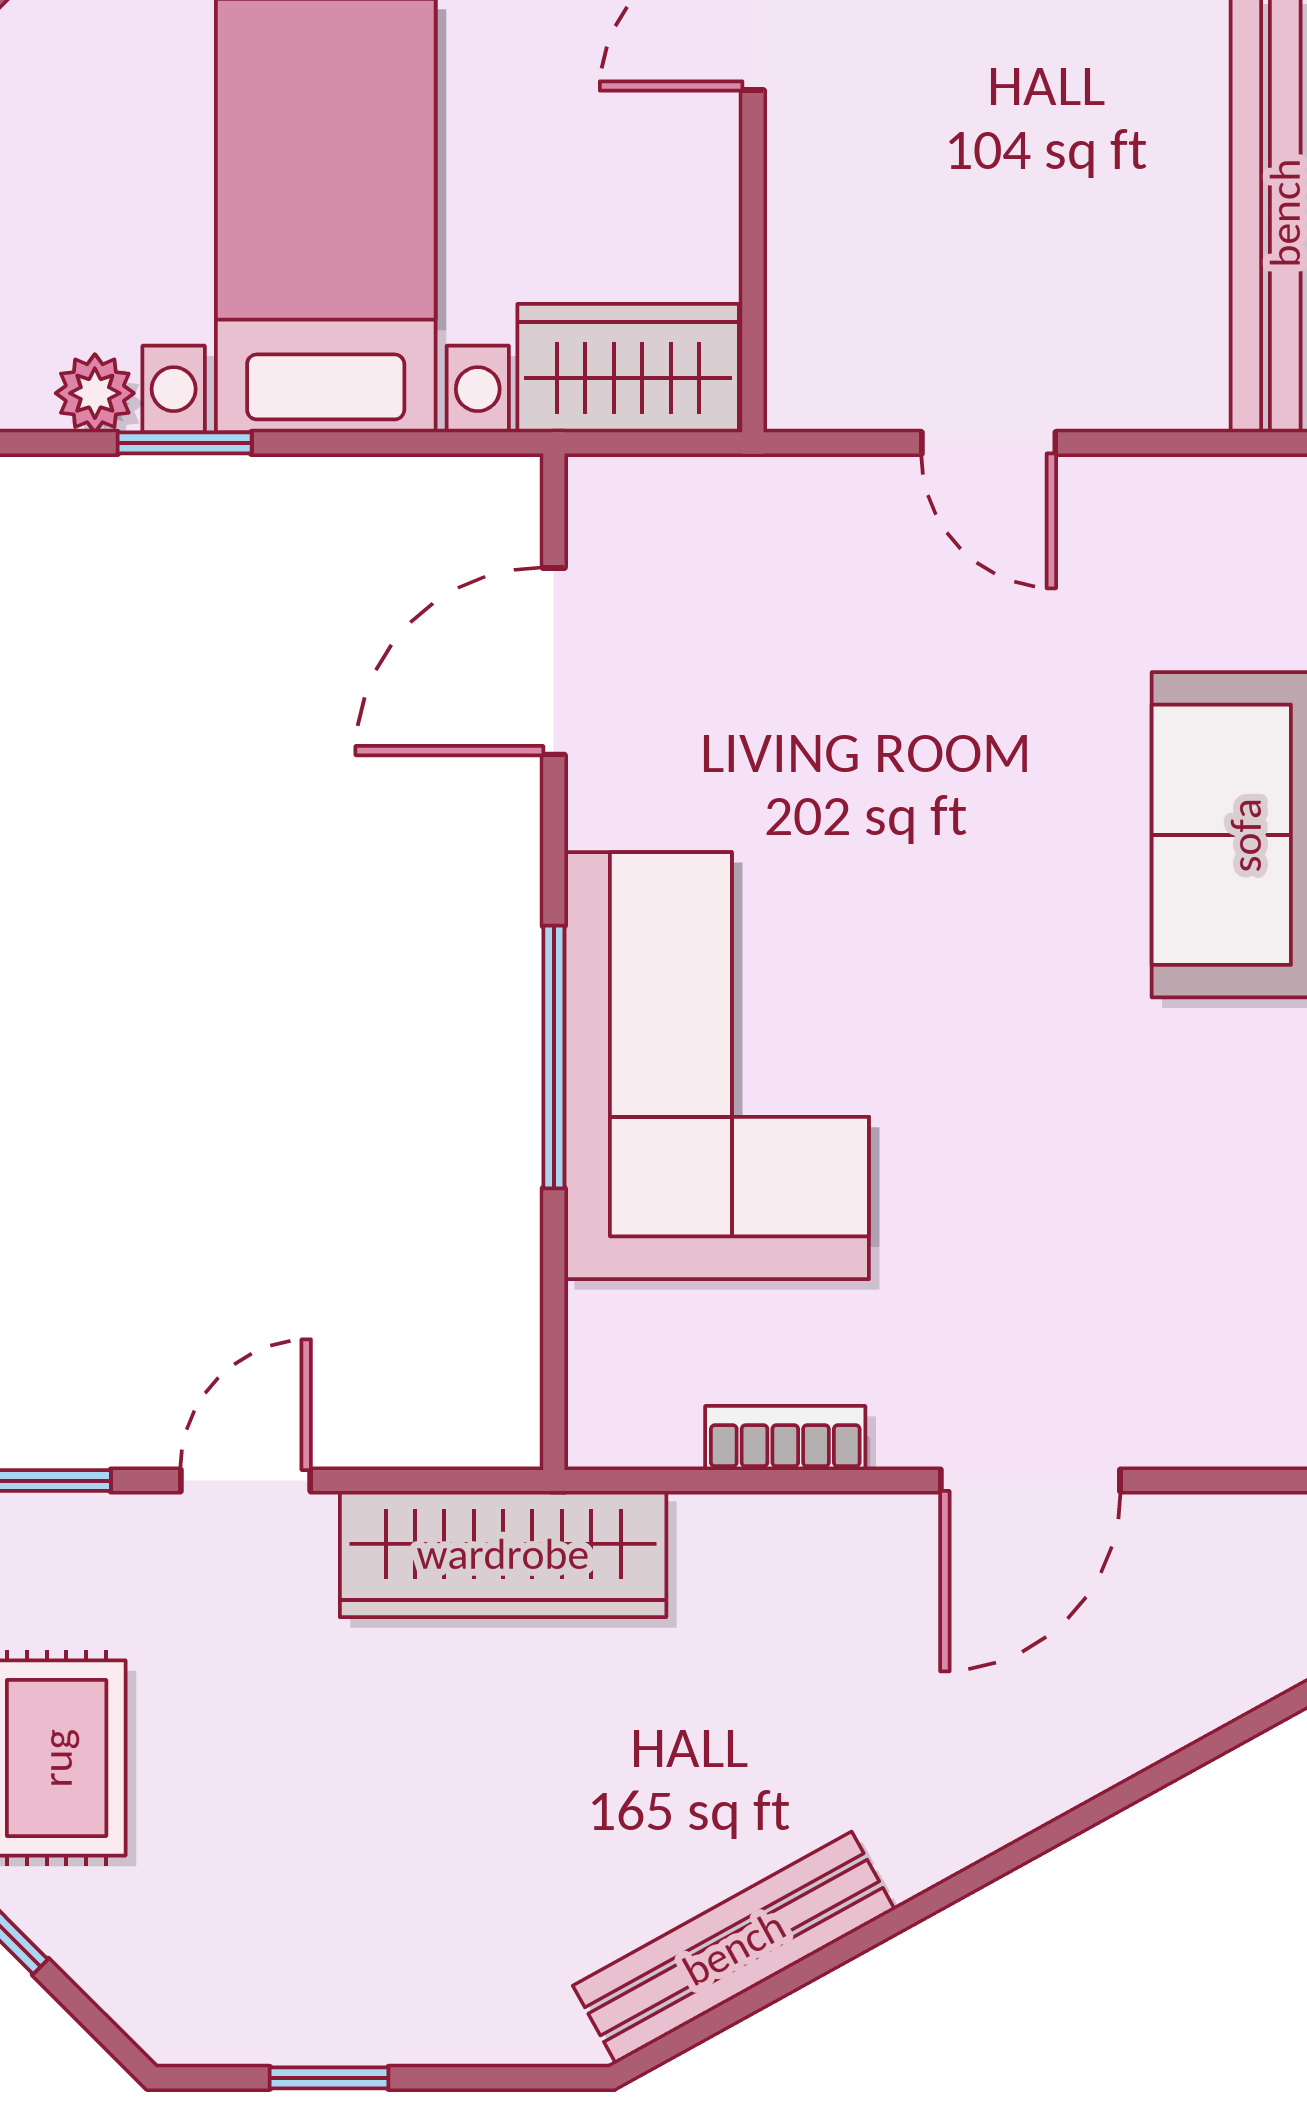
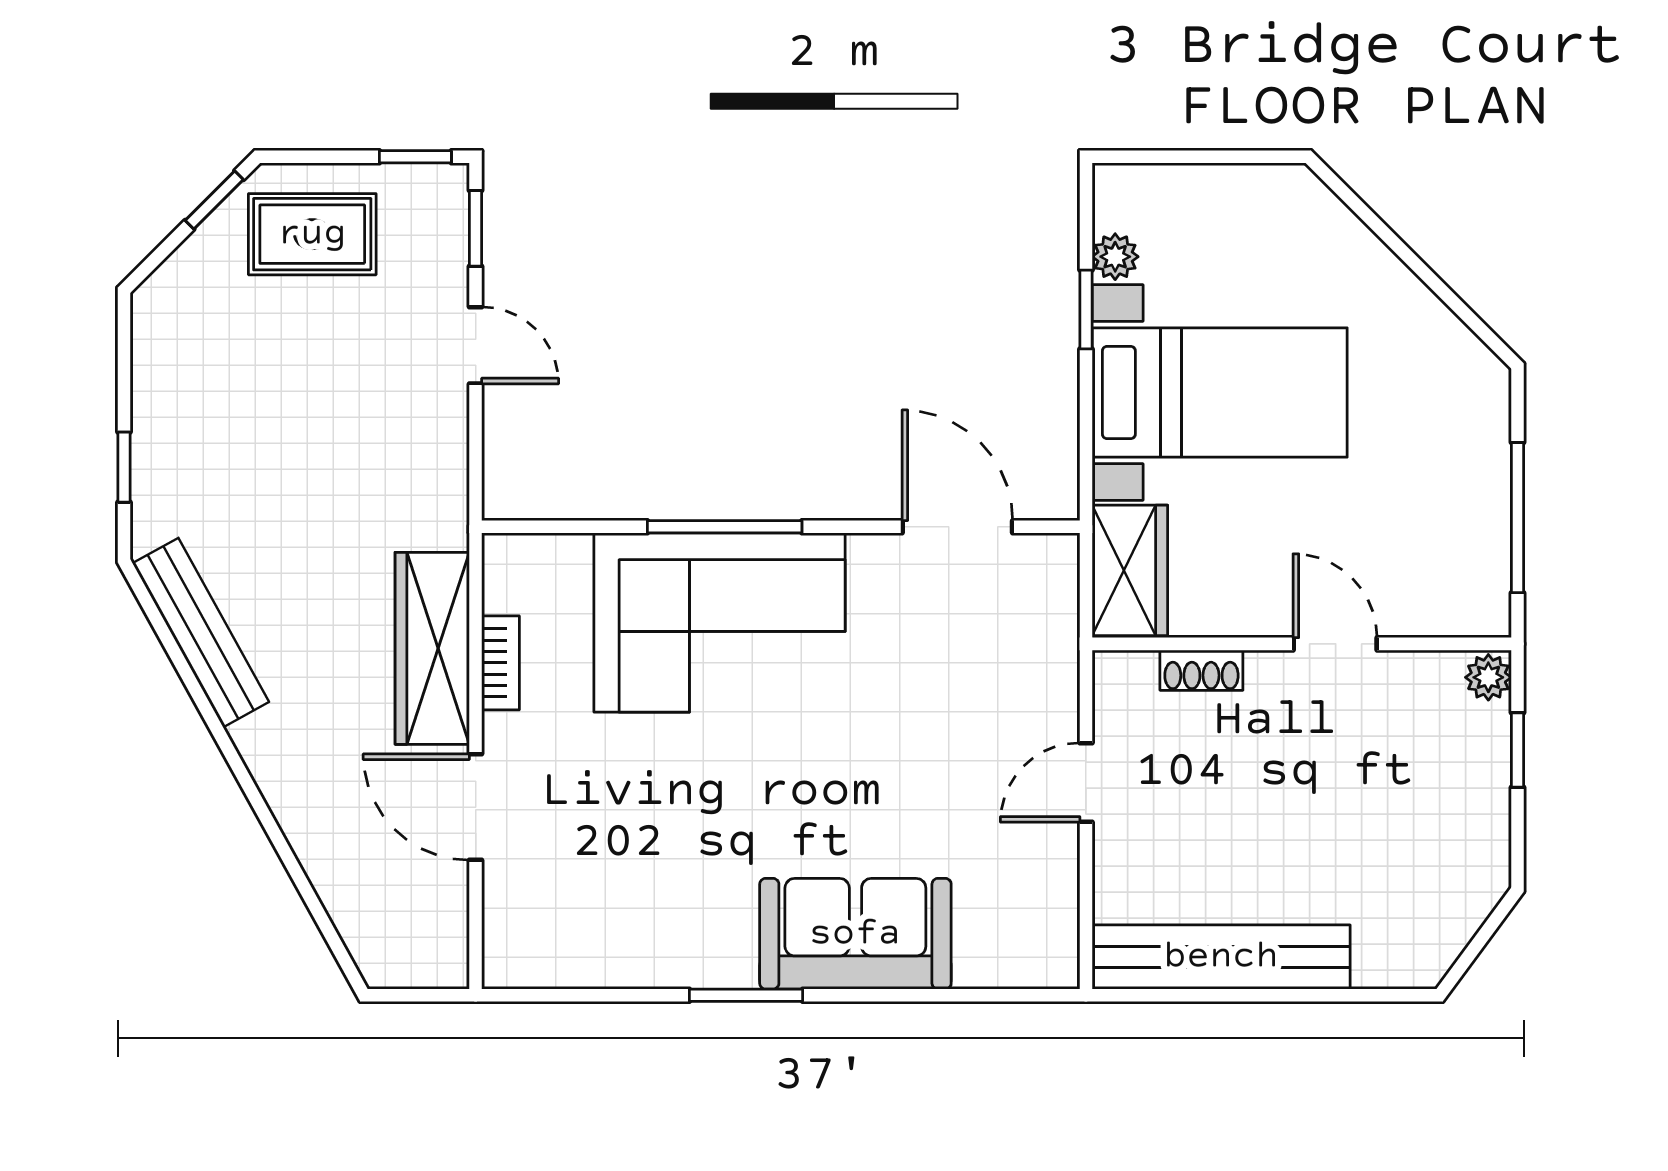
shoe rack: (798, 247) -> (1201, 670), added
wardrobe: (503, 1554) -> (432, 648), moved
window: (329, 2078) -> (124, 467), moved

